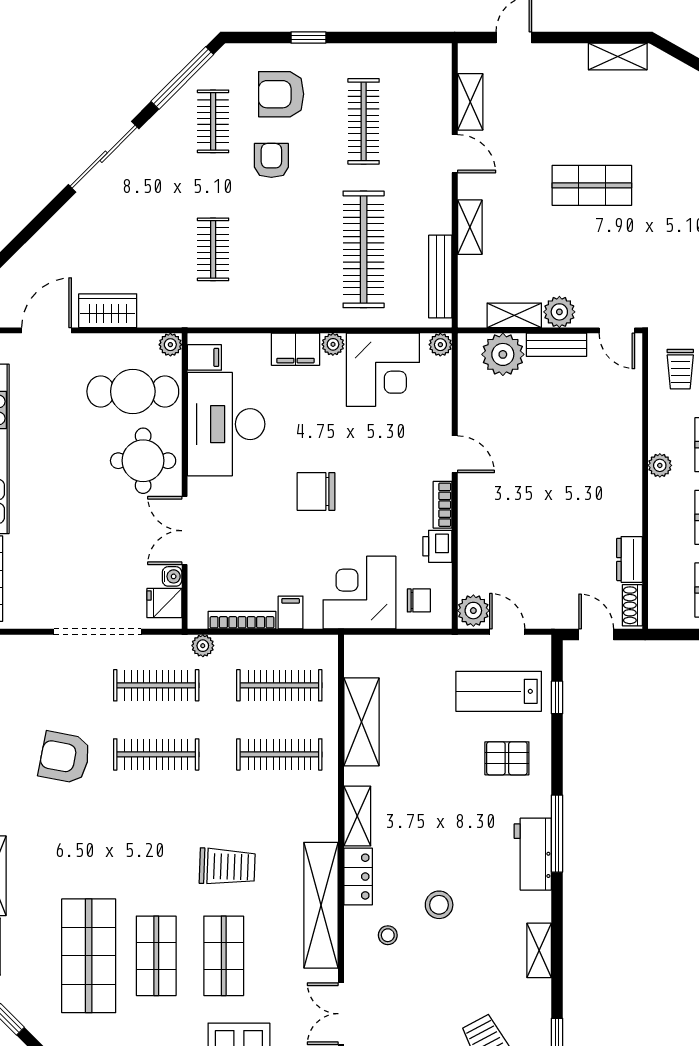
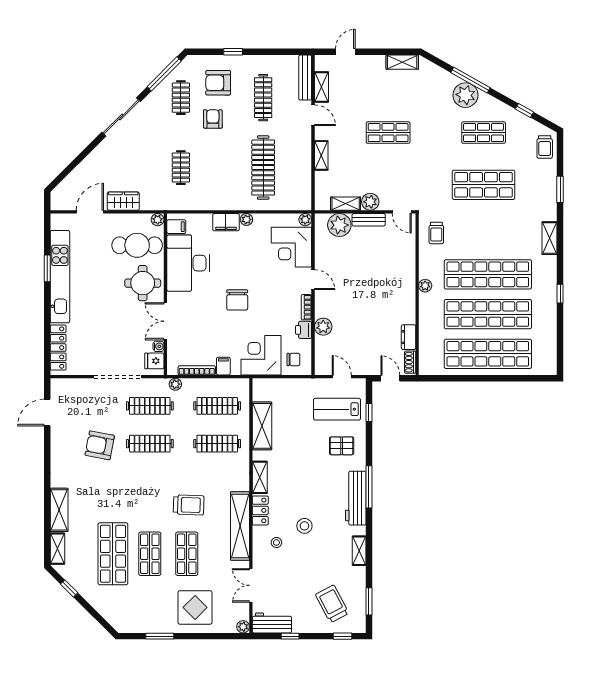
bench: (440, 277) -> (305, 78), moved
corner desk: (383, 370) -> (291, 247), moved, turned 90
chair: (316, 492) -> (237, 300), turned -90
plant: (473, 611) -> (323, 327), moved
workbench: (533, 854) -> (356, 498), width x1.38

